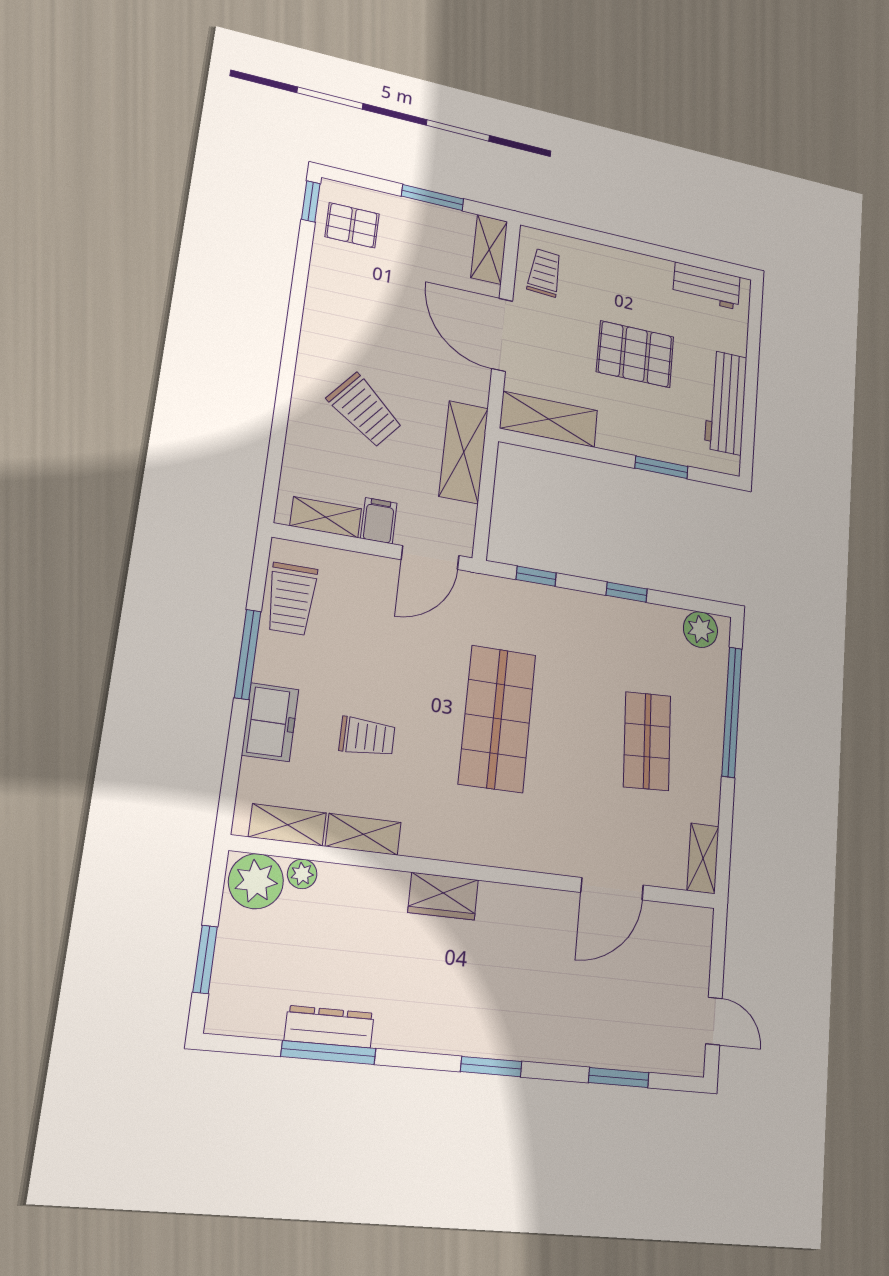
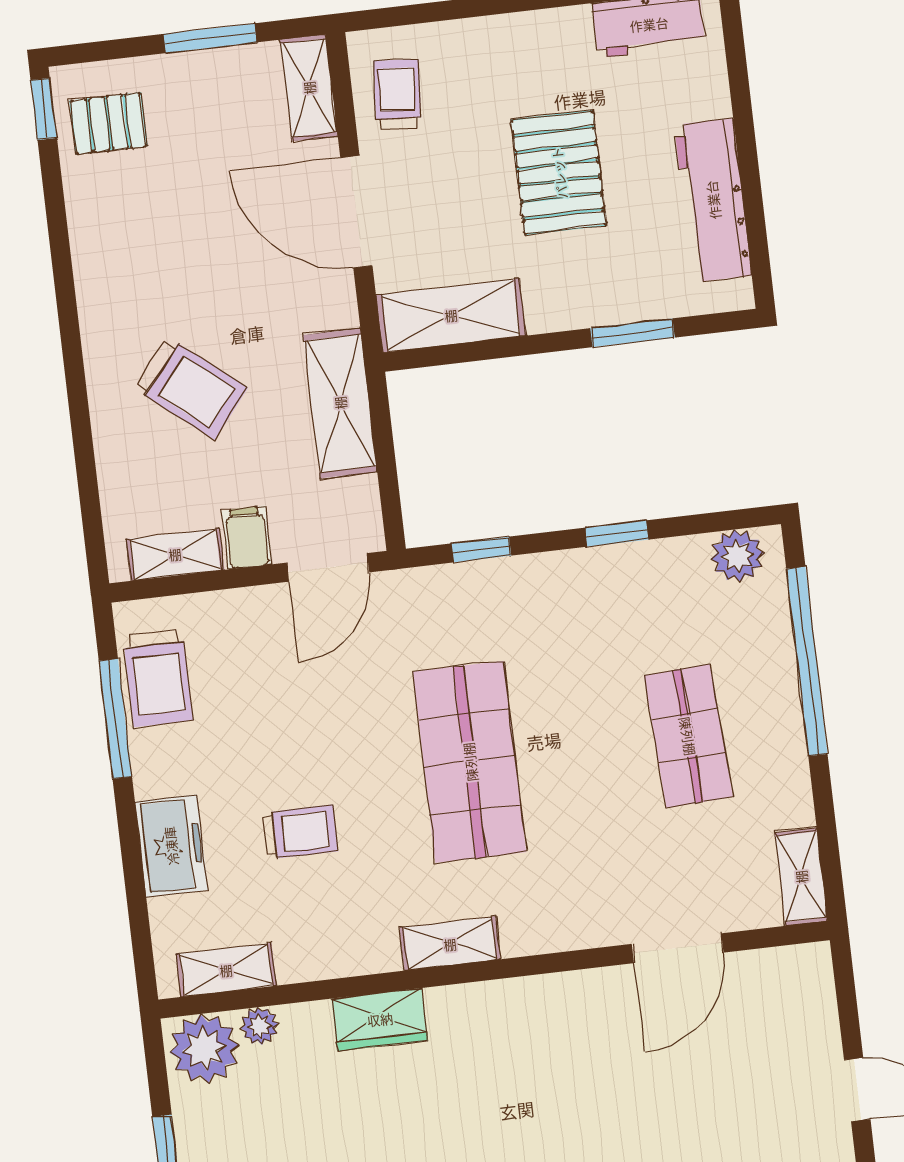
pallet: (635, 354) -> (559, 173), turned 90
window: (248, 654) -> (115, 719), moved
shelving: (363, 834) -> (450, 944), moved
wardrobe: (443, 896) -> (380, 1019), moved

